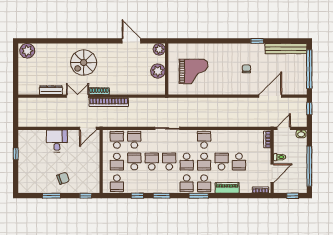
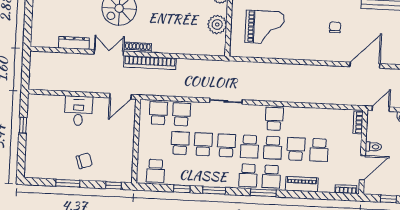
school desk: (117, 162) -> (157, 142), removed

